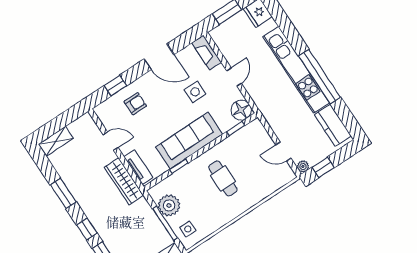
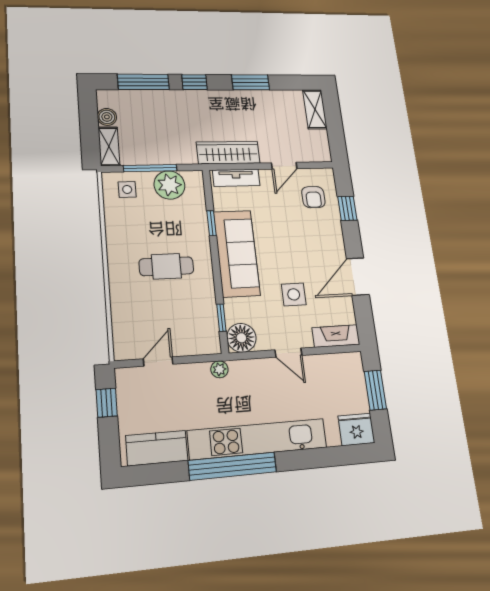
armchair: (135, 104) -> (313, 197), moved
plant: (303, 166) -> (219, 369), moved

